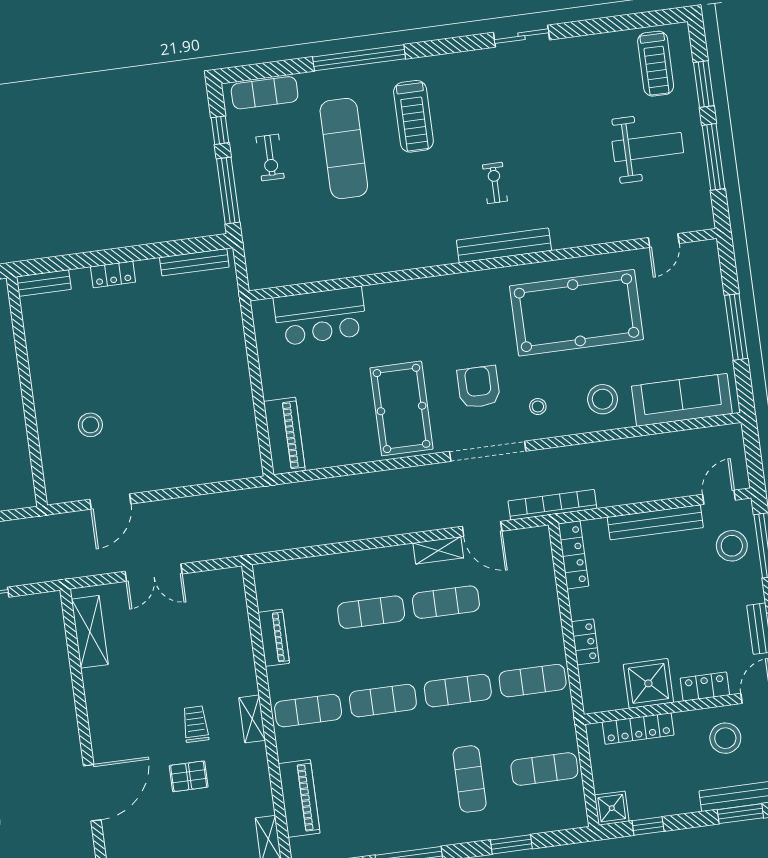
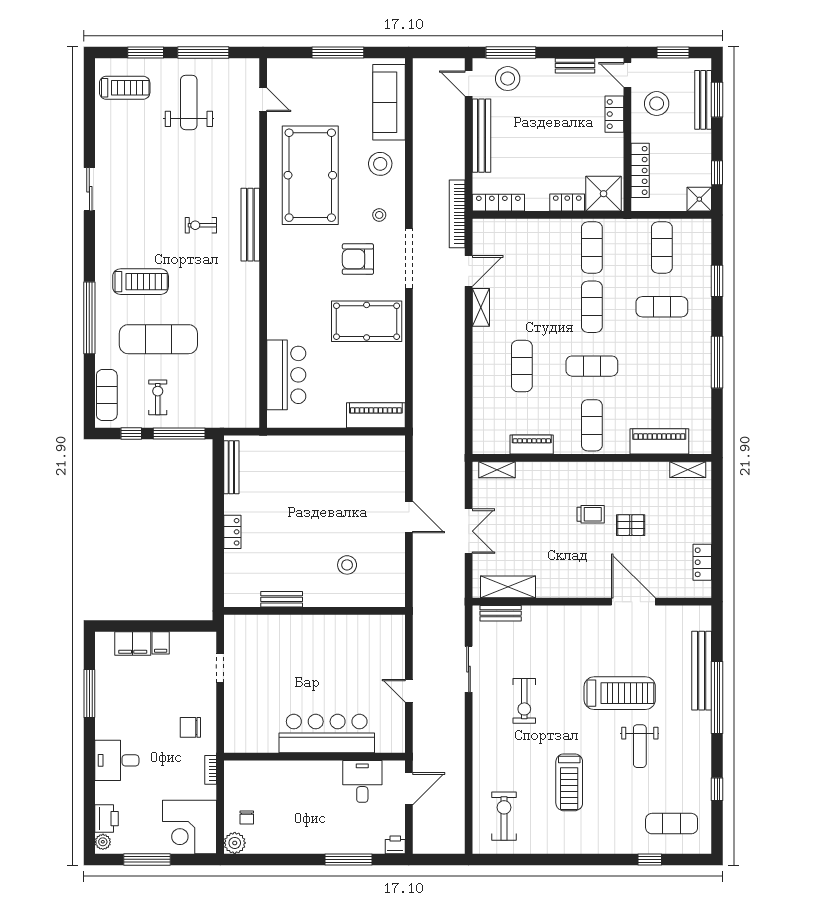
exercise bike: (270, 158) -> (158, 397), turned -90
bench: (44, 283) -> (282, 599), moved, turned 90
door: (110, 502) -> (409, 517), moved
exercise mat: (446, 602) -> (522, 307), removed
bench: (55, 627) -> (501, 613), added
shower: (648, 683) -> (604, 194), moved
exercise mat: (383, 701) -> (592, 366), turned 90
shelving: (252, 719) -> (497, 470), moved
trolley: (196, 724) -> (591, 514), turned 180
pallet: (189, 776) -> (631, 525), turned 90

